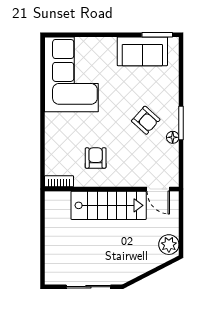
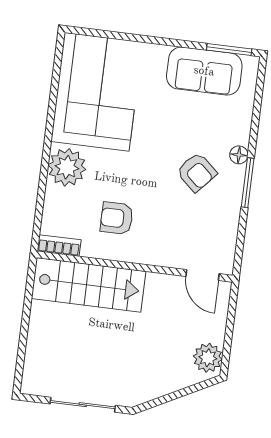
plant: (58, 128) -> (67, 167), added
floor lamp: (173, 137) -> (239, 155), moved
armchair: (96, 158) -> (117, 218), turned -90
stairs: (109, 205) -> (89, 285), moved

